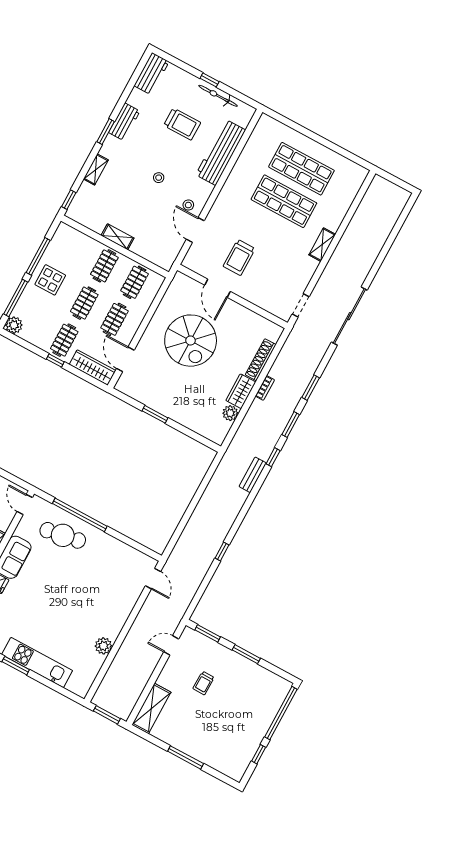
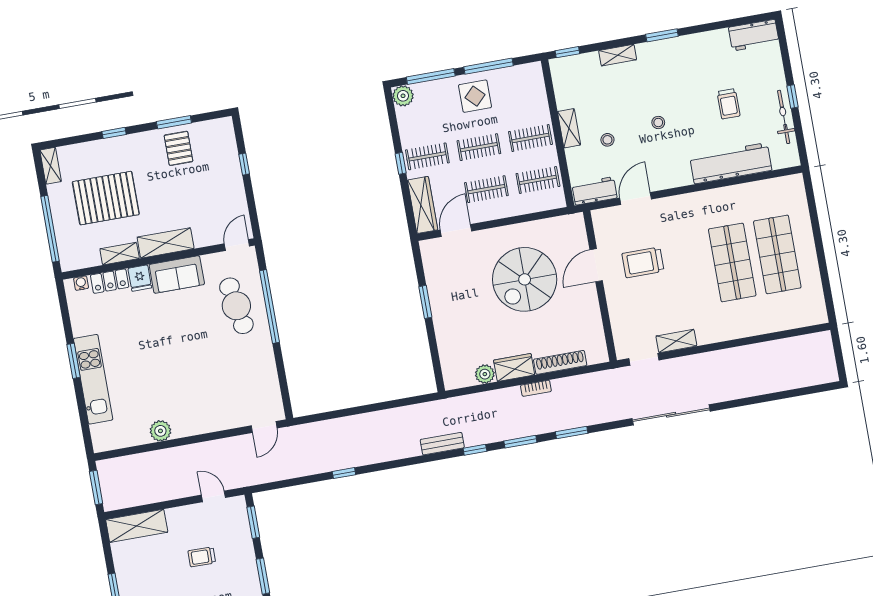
workbench: (124, 122) -> (594, 191), moved, turned 180
trolley: (182, 124) -> (729, 104), width x0.73, depth x0.72
stool: (188, 205) -> (607, 140), moved
shelving: (322, 245) -> (676, 341), moved

